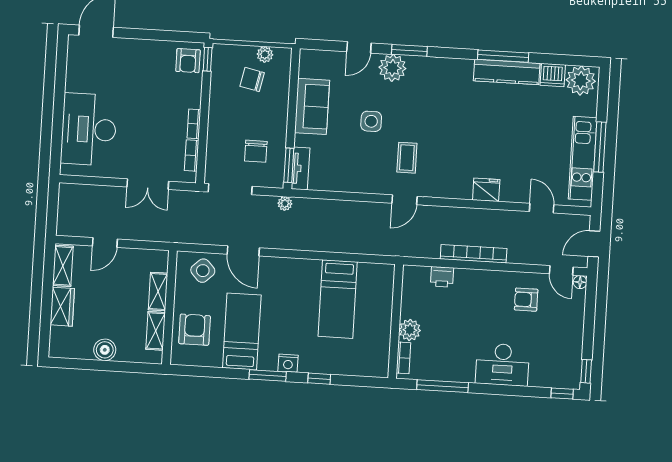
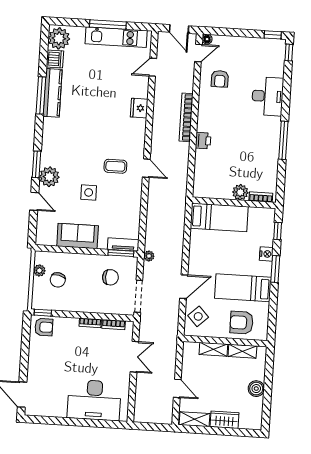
wall: (396, 321) -> (234, 203), moved
plant: (410, 330) -> (240, 192), moved
bookcase: (403, 358) -> (261, 197), moved

